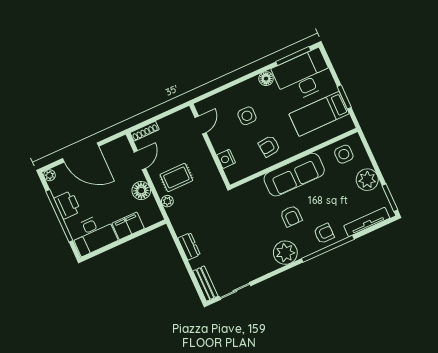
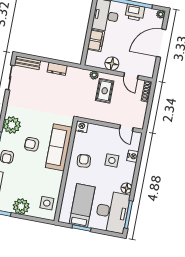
nightstand: (226, 96) -> (133, 156), added
nightstand: (226, 159) -> (82, 127), moved
sofa: (294, 175) -> (59, 147), moved

